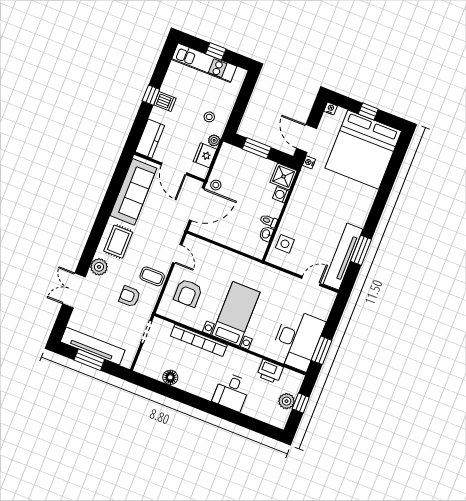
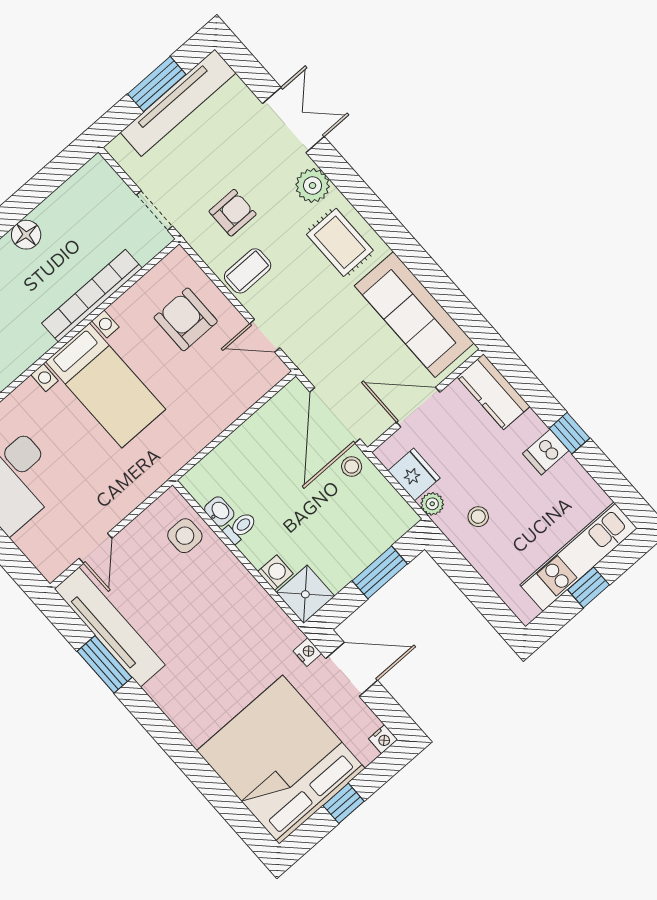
floor lamp: (170, 377) -> (26, 235), moved

